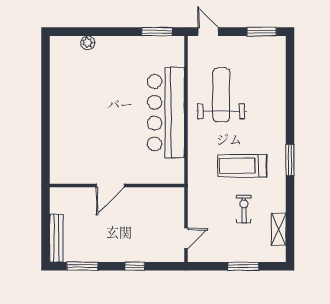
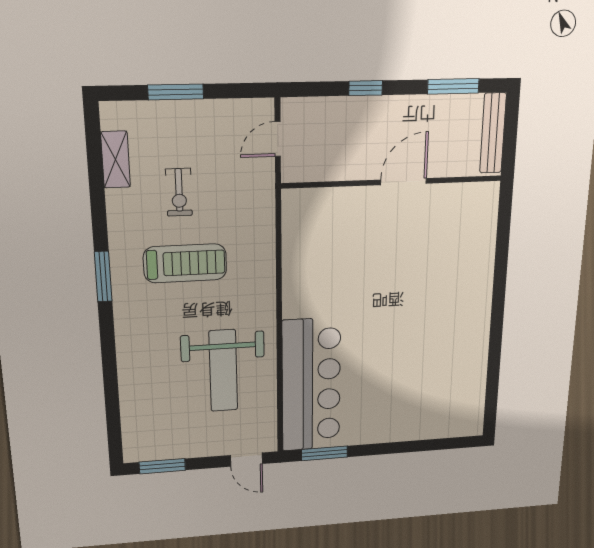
plant: (88, 43) -> (428, 430), removed
bar counter: (166, 113) -> (311, 385), moved
door: (110, 186) -> (404, 182), moved
wall: (117, 186) -> (393, 182), moved

